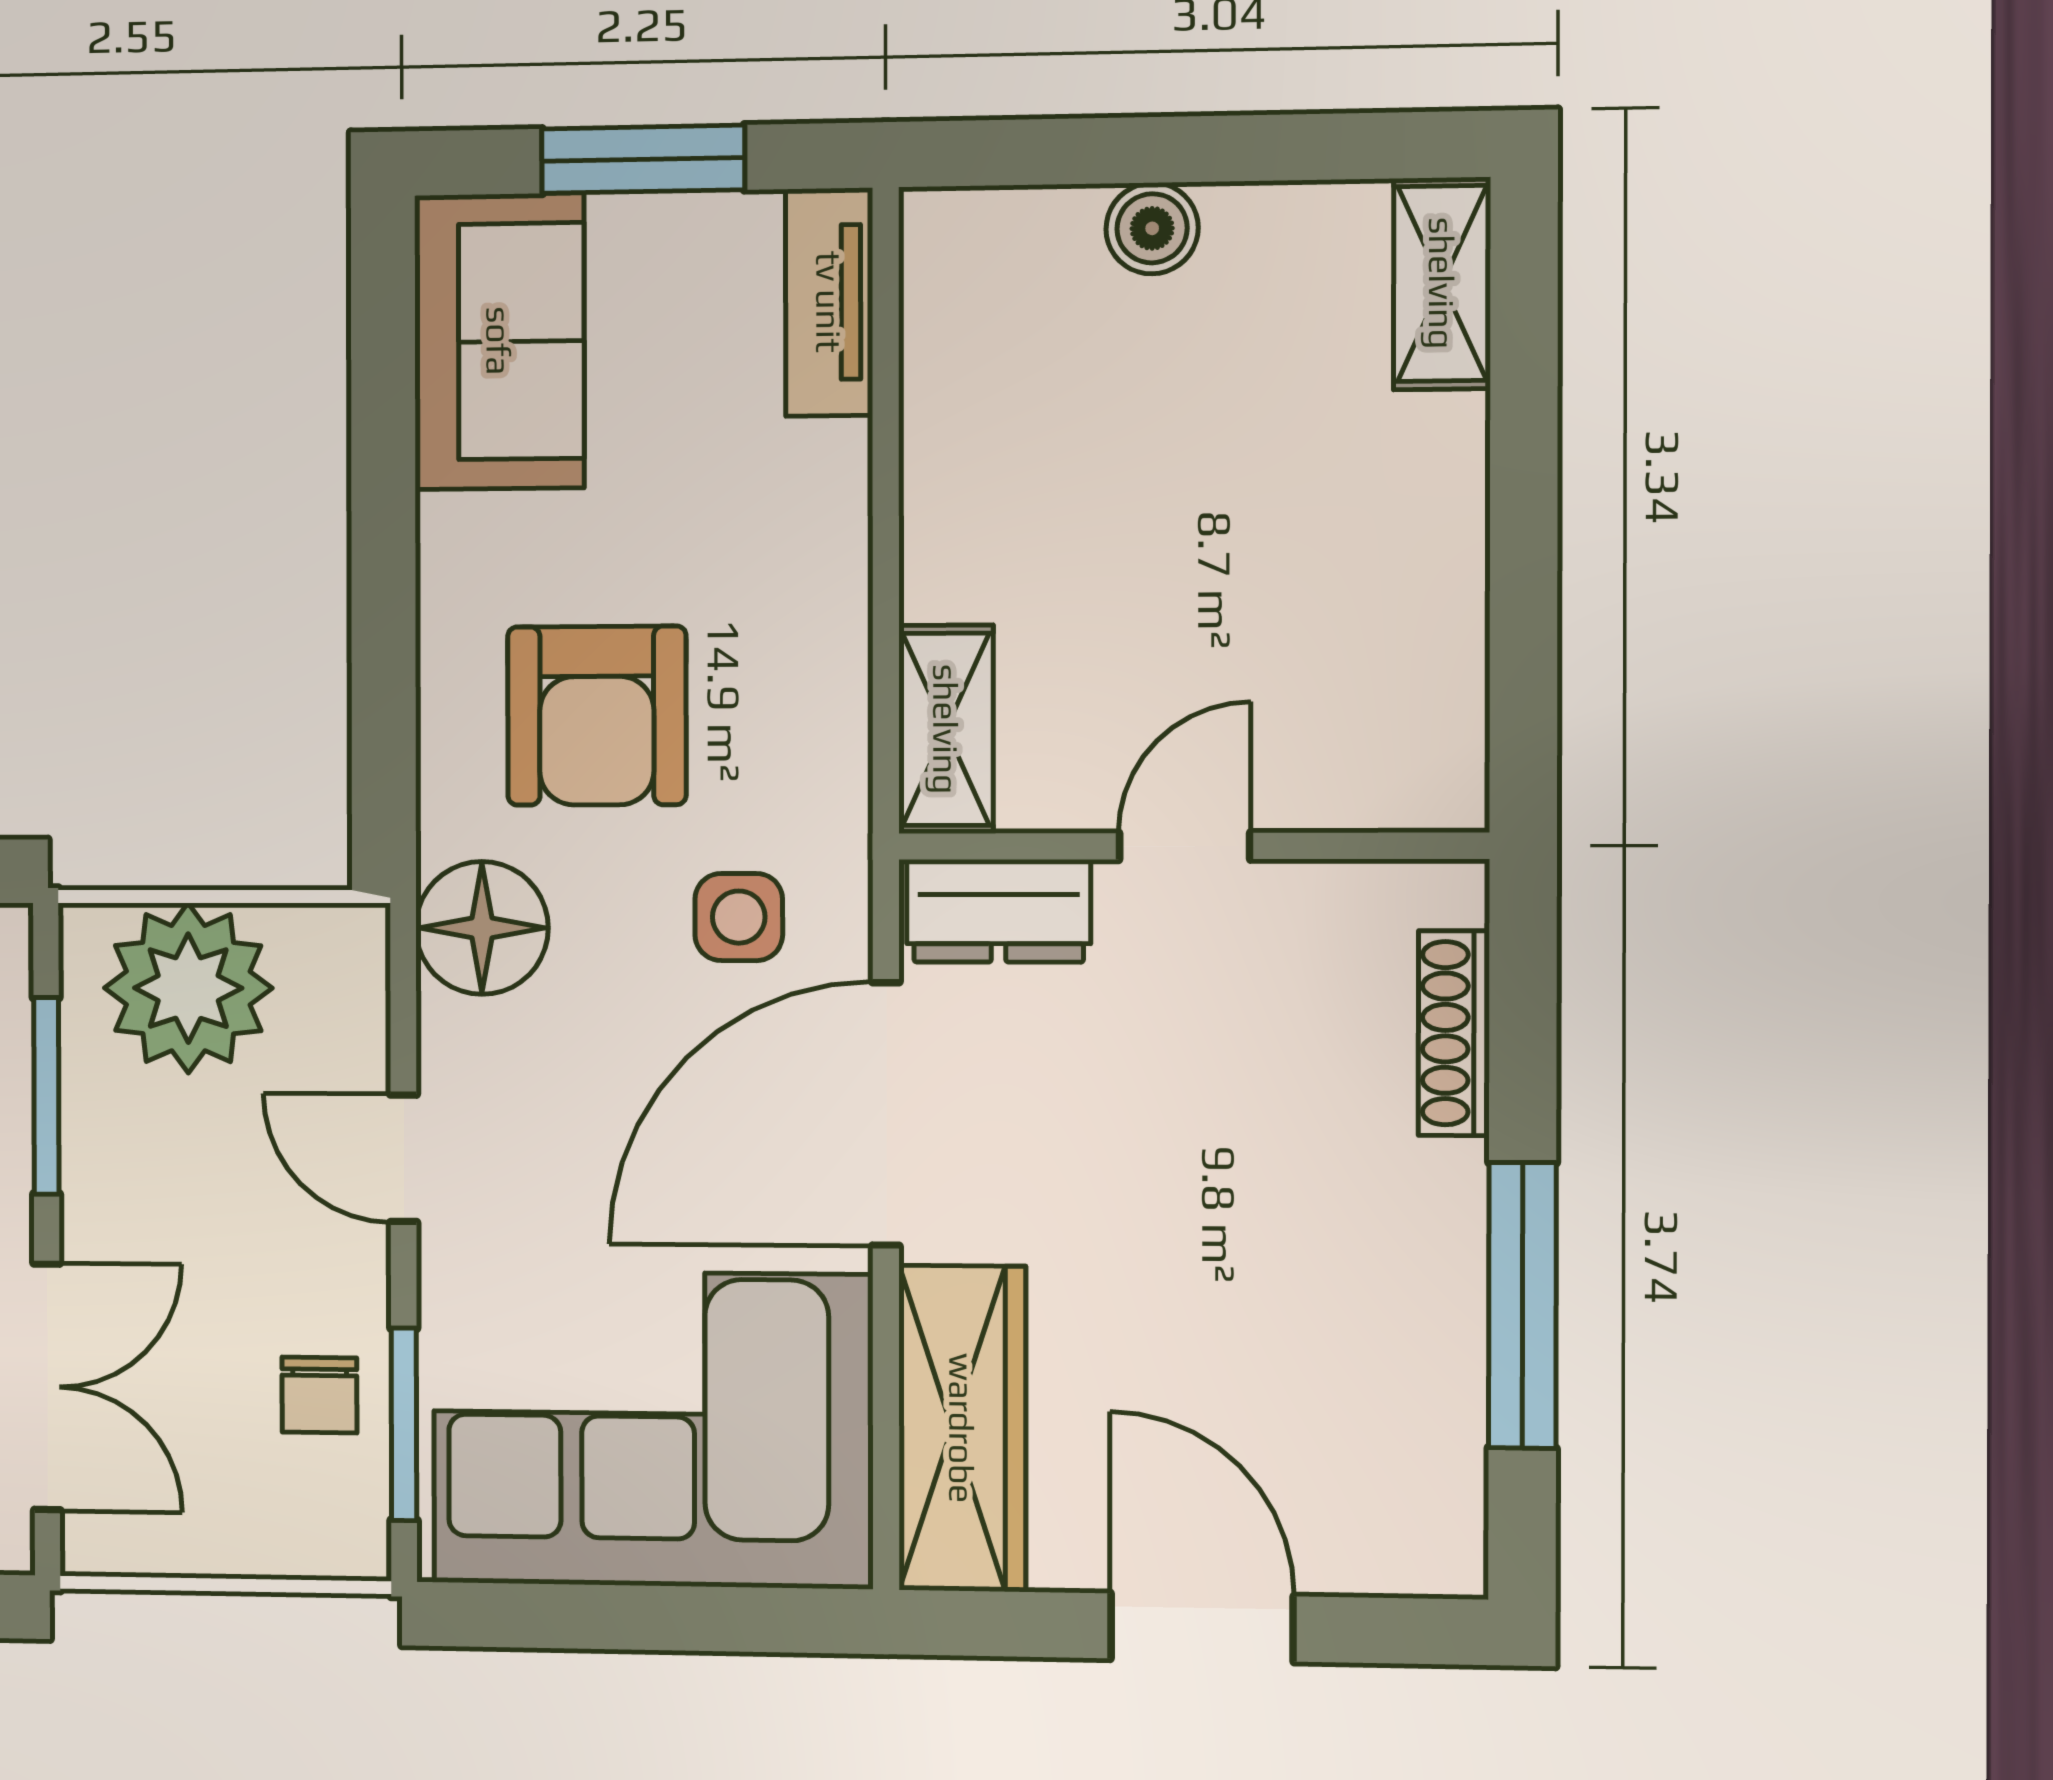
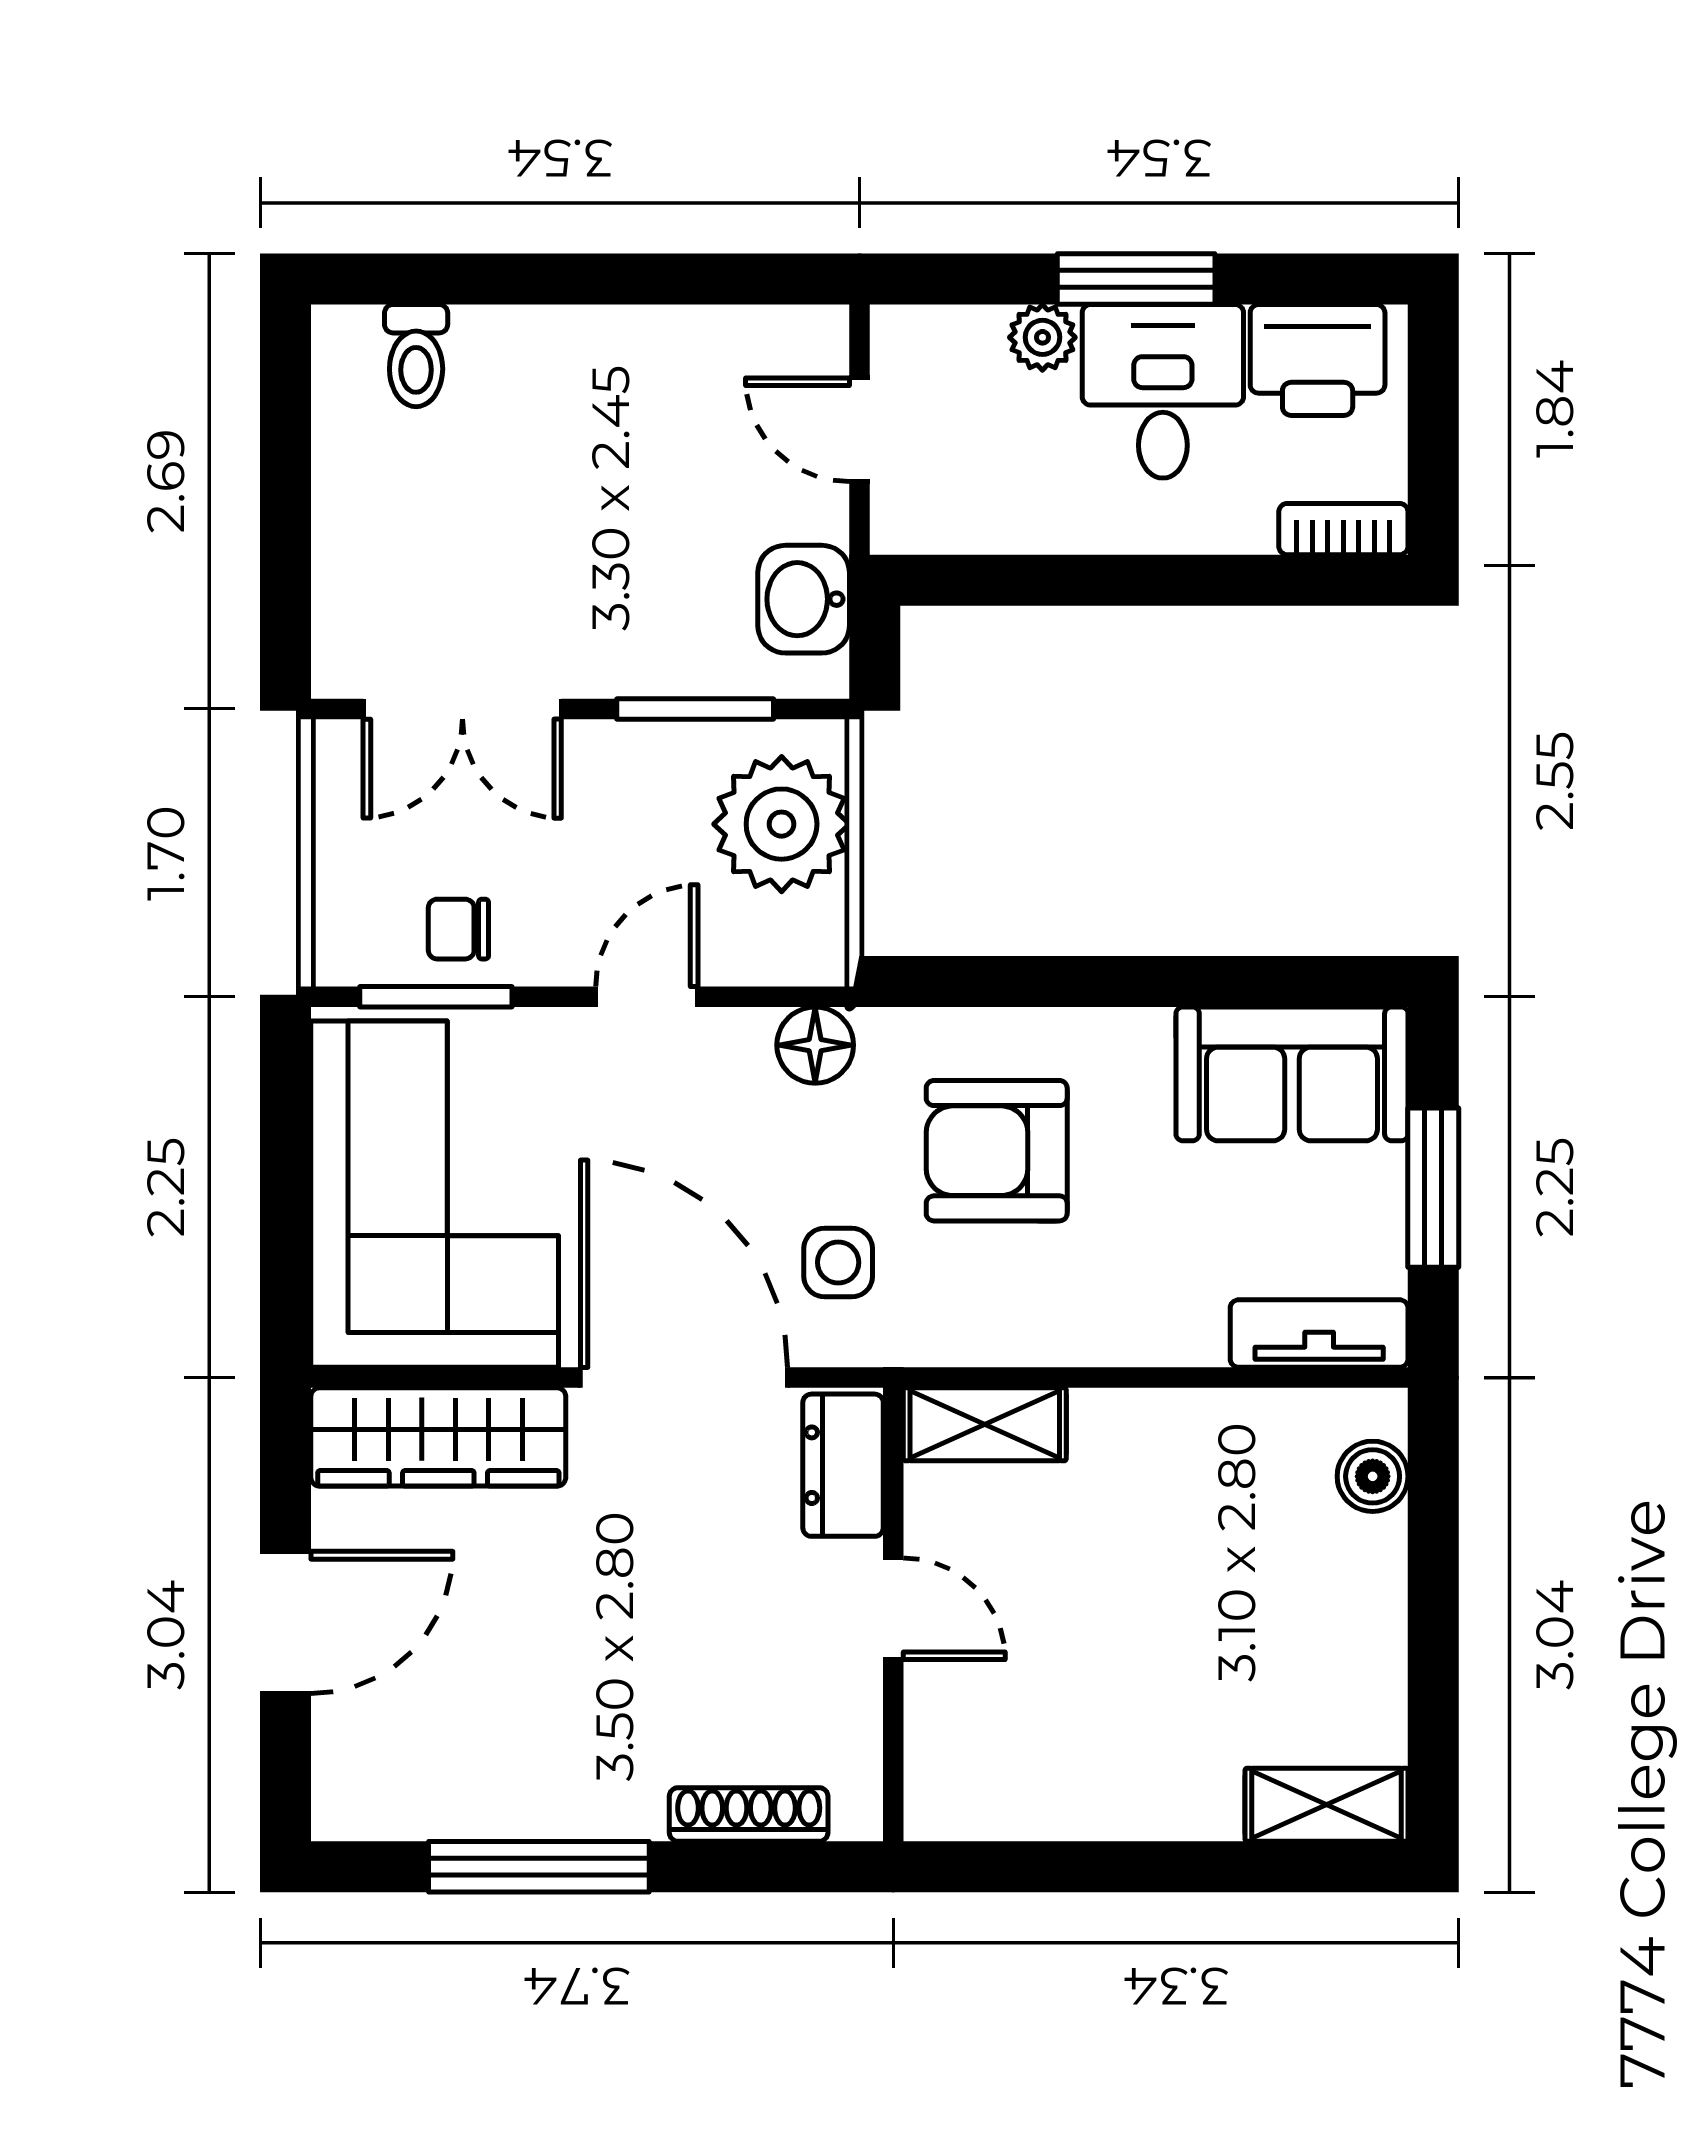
boiler: (1152, 228) -> (1373, 1476), moved
floor lamp: (482, 928) -> (815, 1045), width x0.73, depth x0.73

